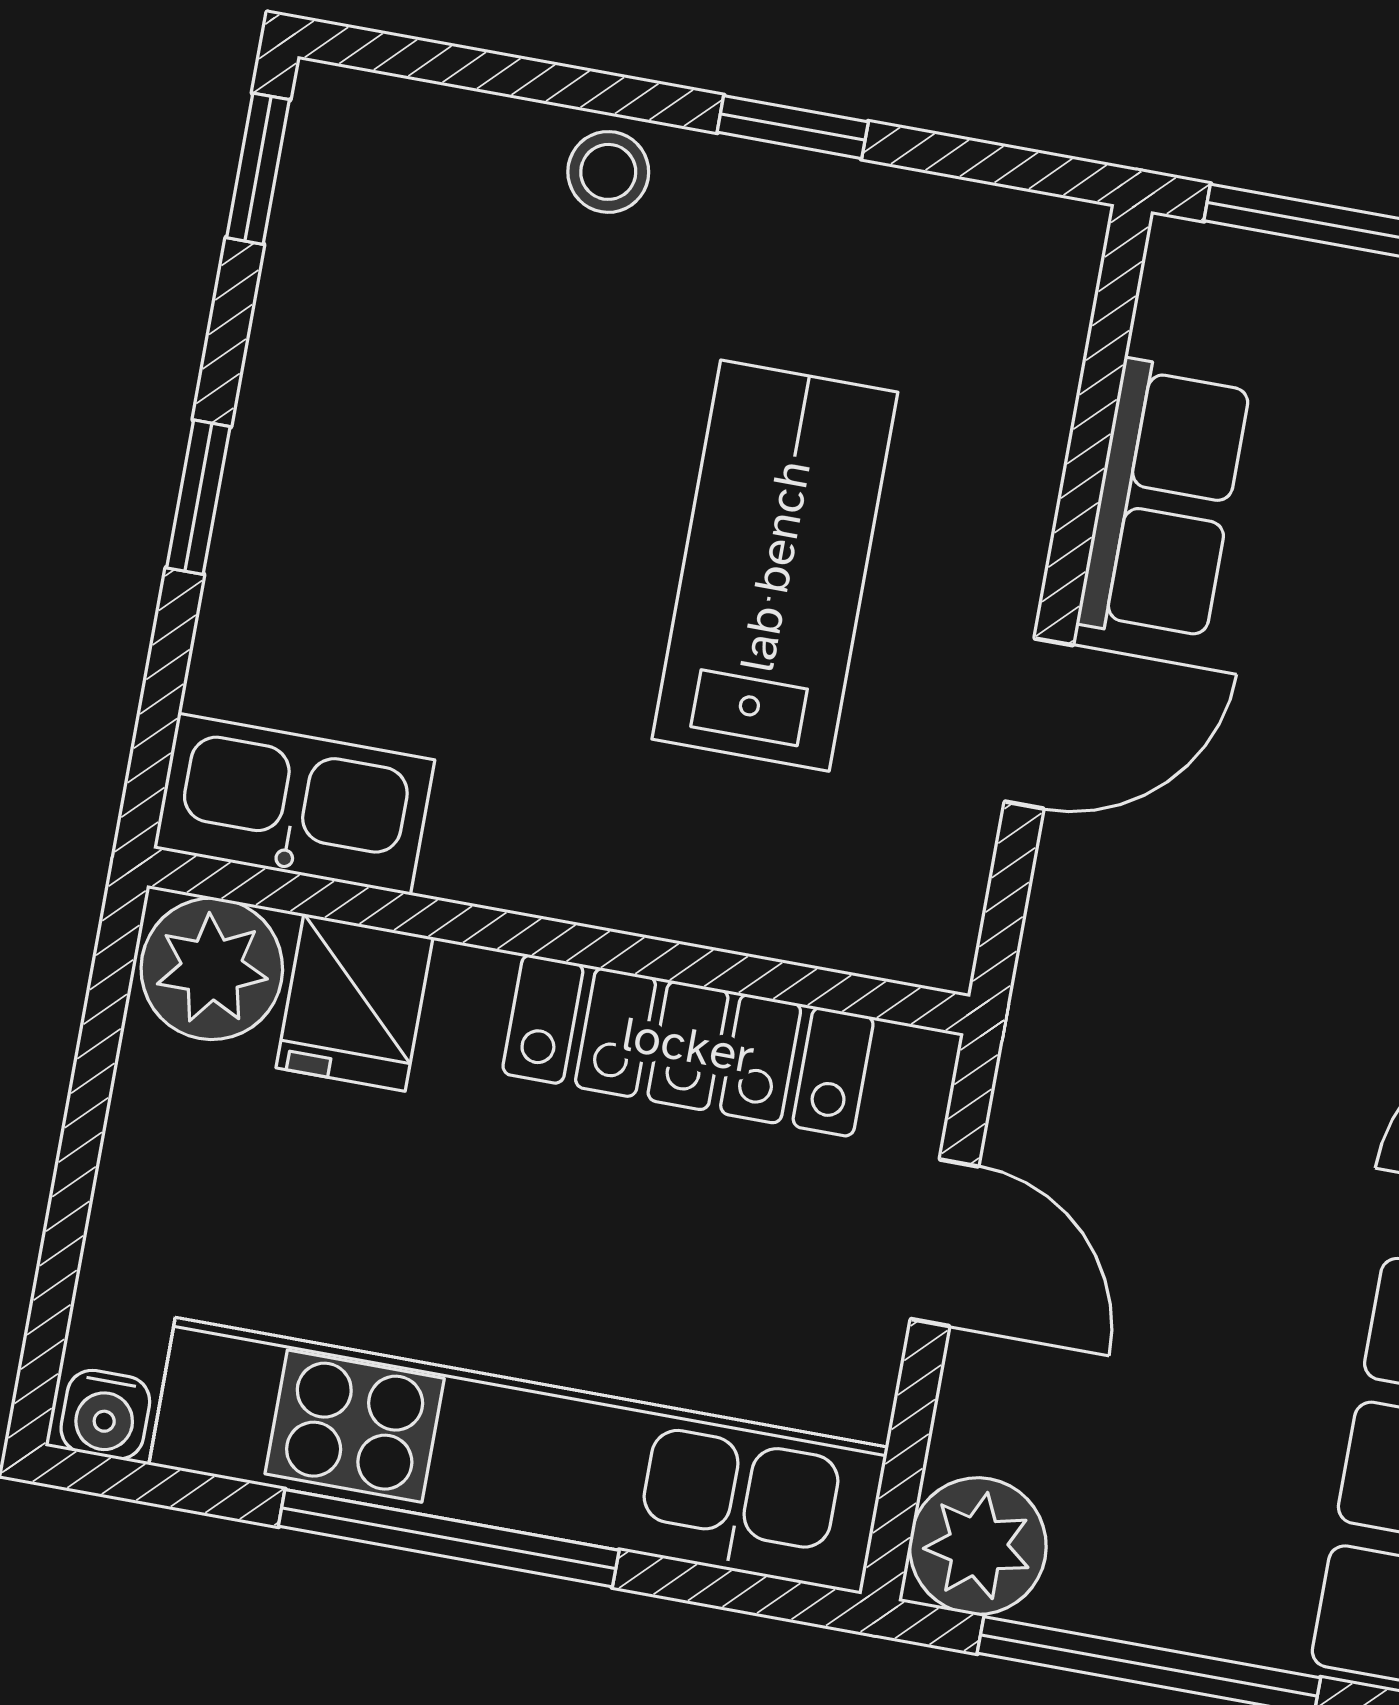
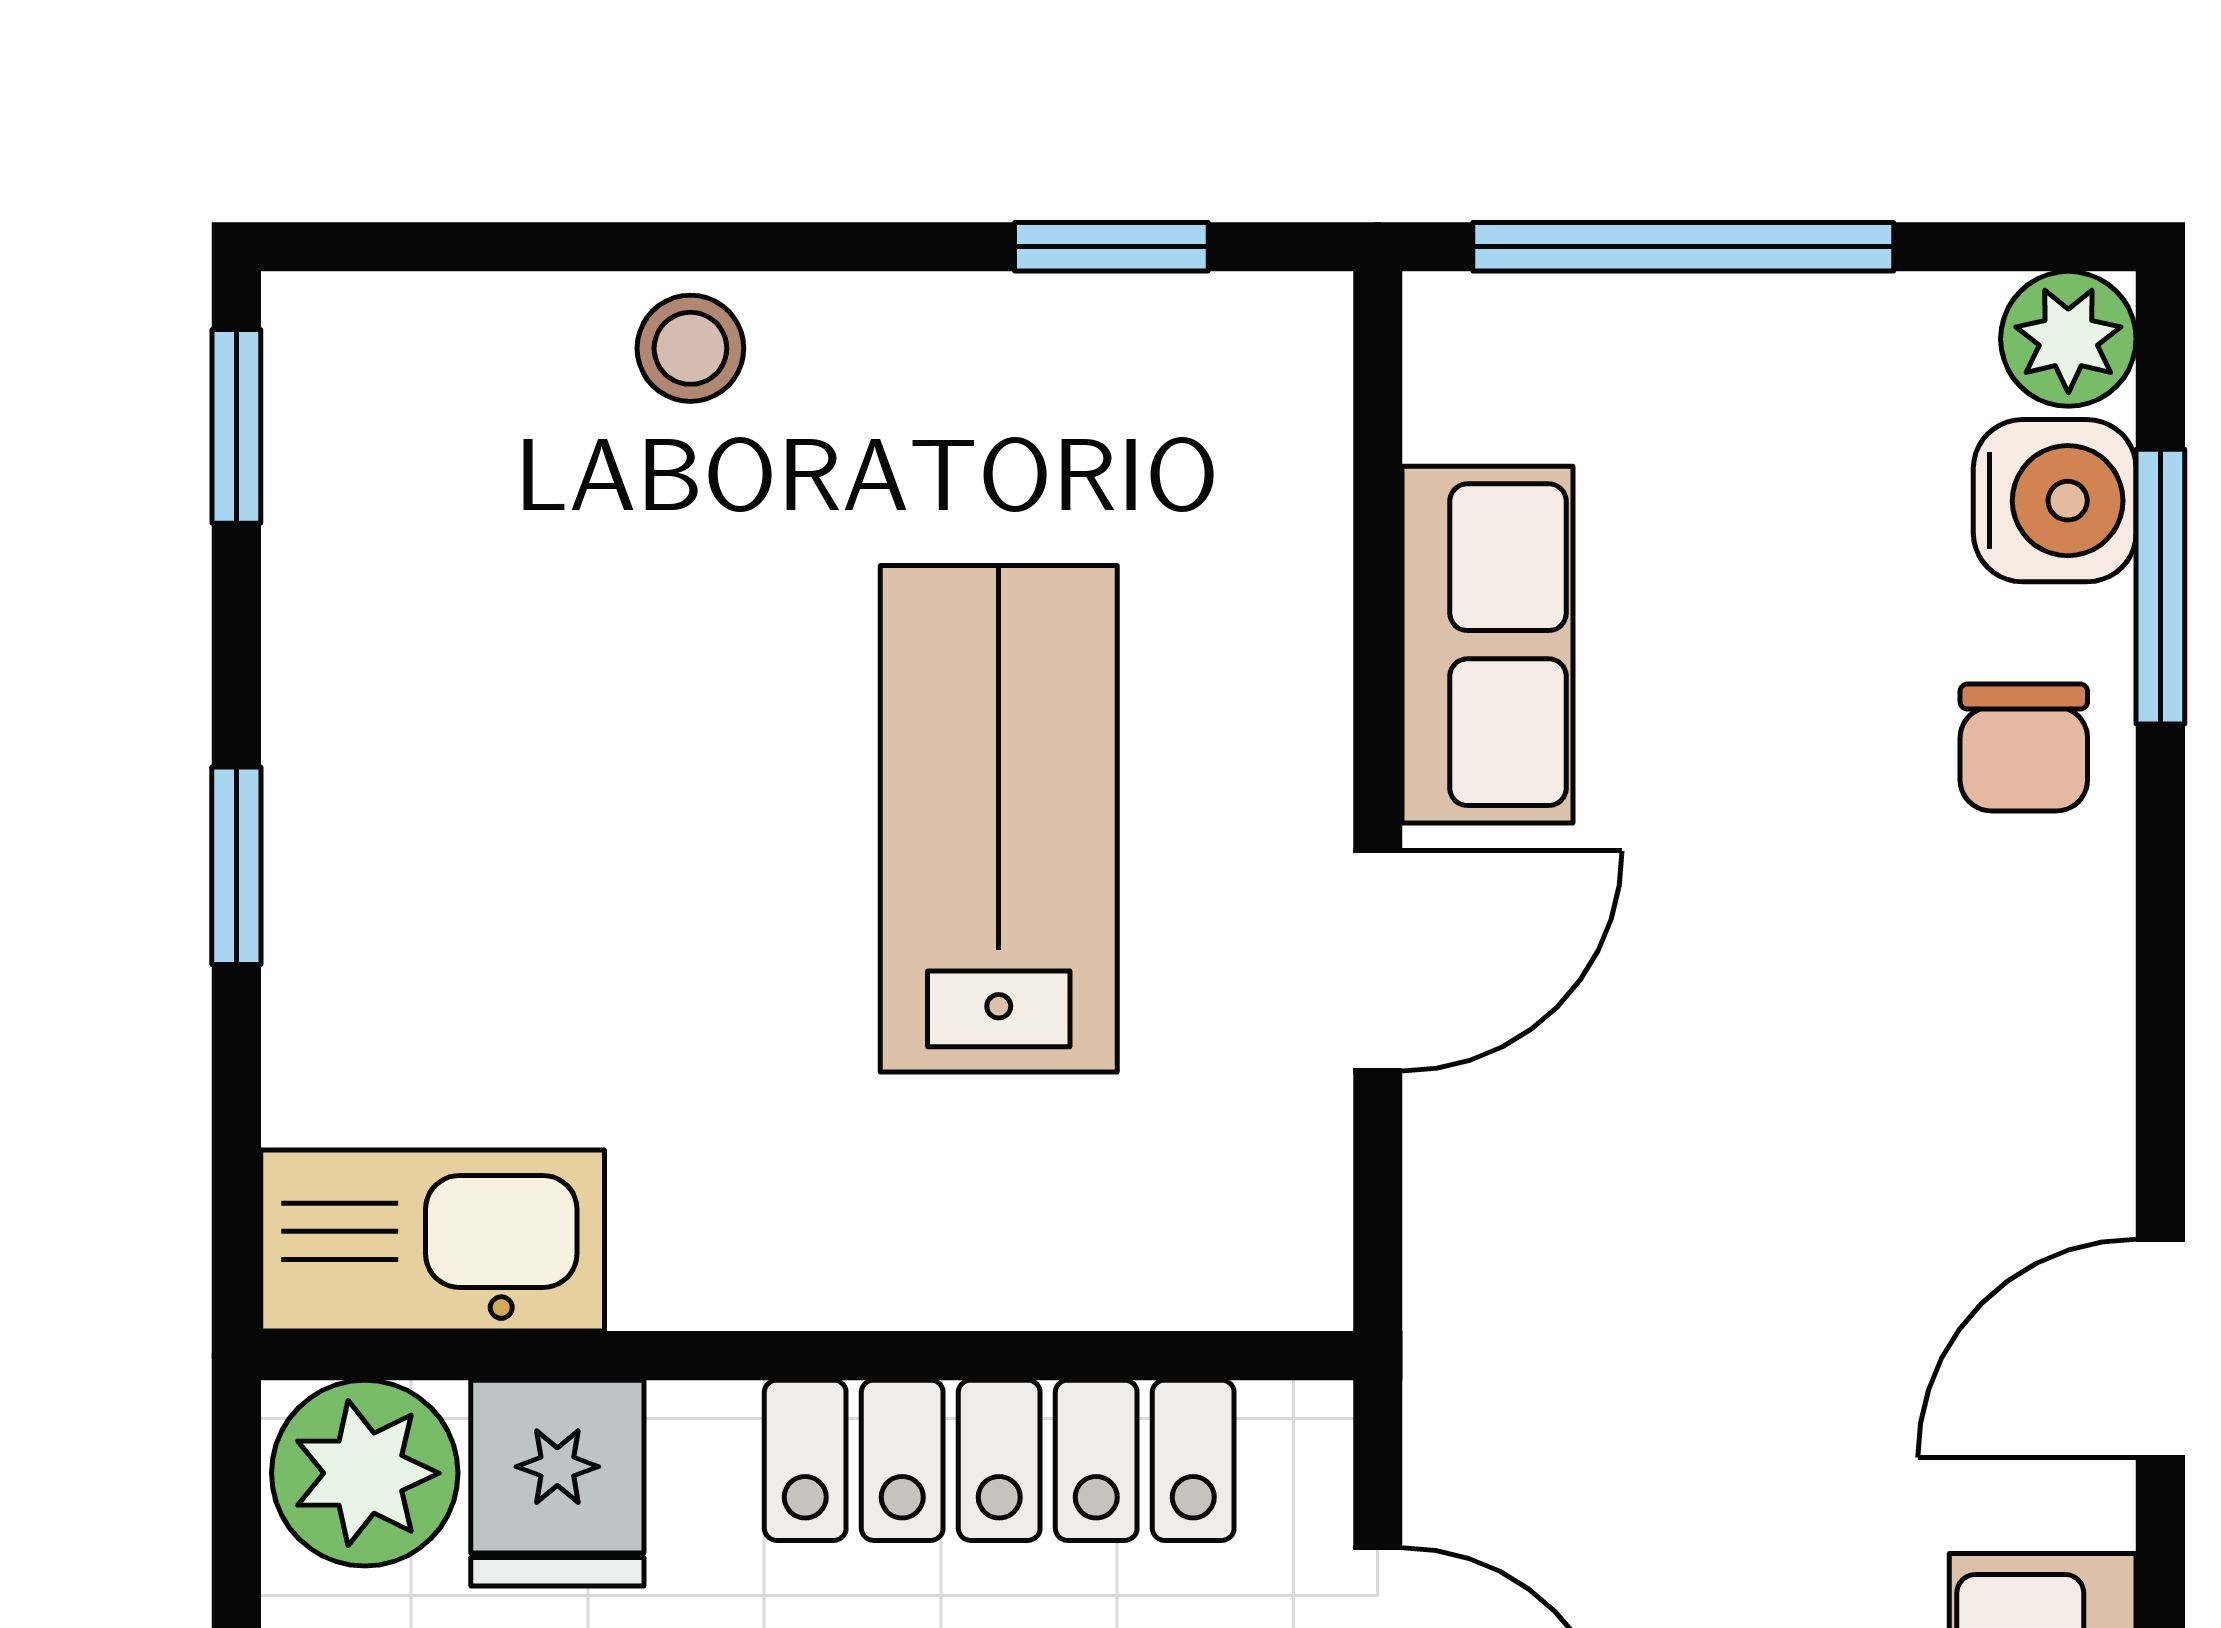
window: (793, 127) -> (1111, 247), moved

